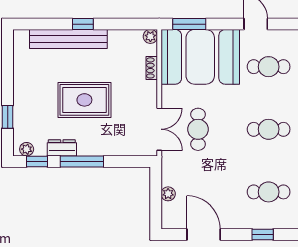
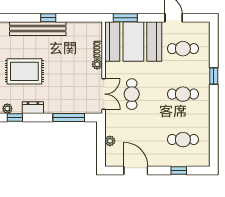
plant: (150, 36) -> (97, 64), moved
rug: (84, 100) -> (24, 71), moved
window: (82, 161) -> (69, 117), moved

